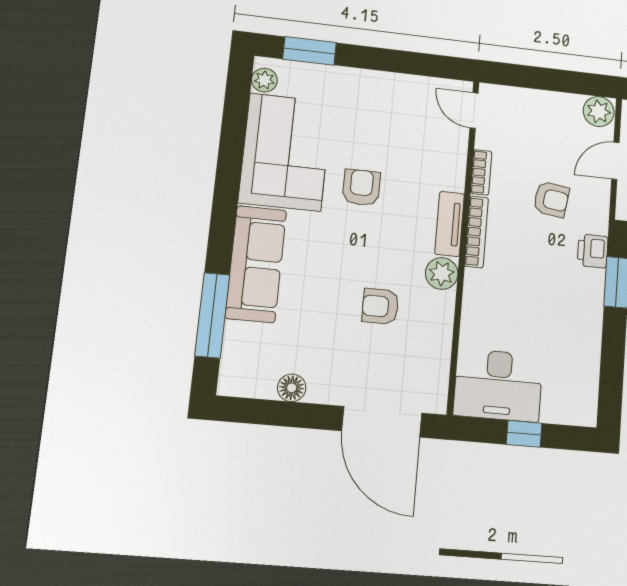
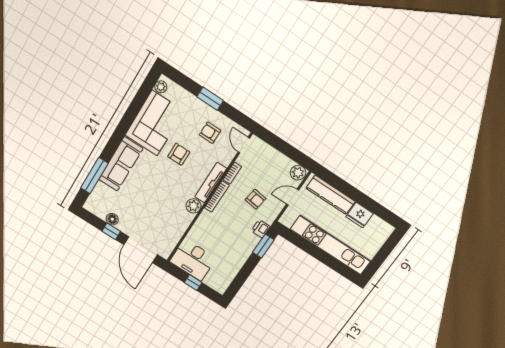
window: (310, 51) -> (210, 99), moved
tv unit: (450, 224) -> (211, 183), width x1.41
armchair: (380, 306) -> (210, 133), moved
window: (302, 415) -> (111, 231), added

